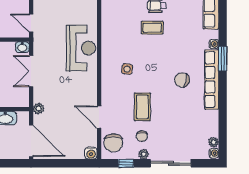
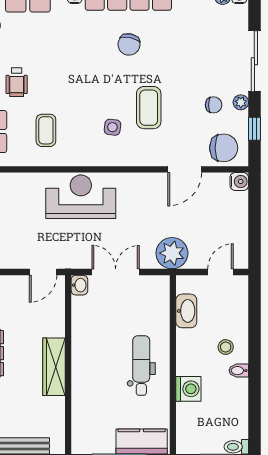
coffee table: (152, 28) -> (46, 130), moved
double door: (31, 71) -> (116, 272), swing flipped
coffee table: (142, 107) -> (149, 108), moved, turned 90
plant: (39, 109) -> (172, 253), width x1.87, depth x1.87
door: (31, 141) -> (221, 272), width x0.53

